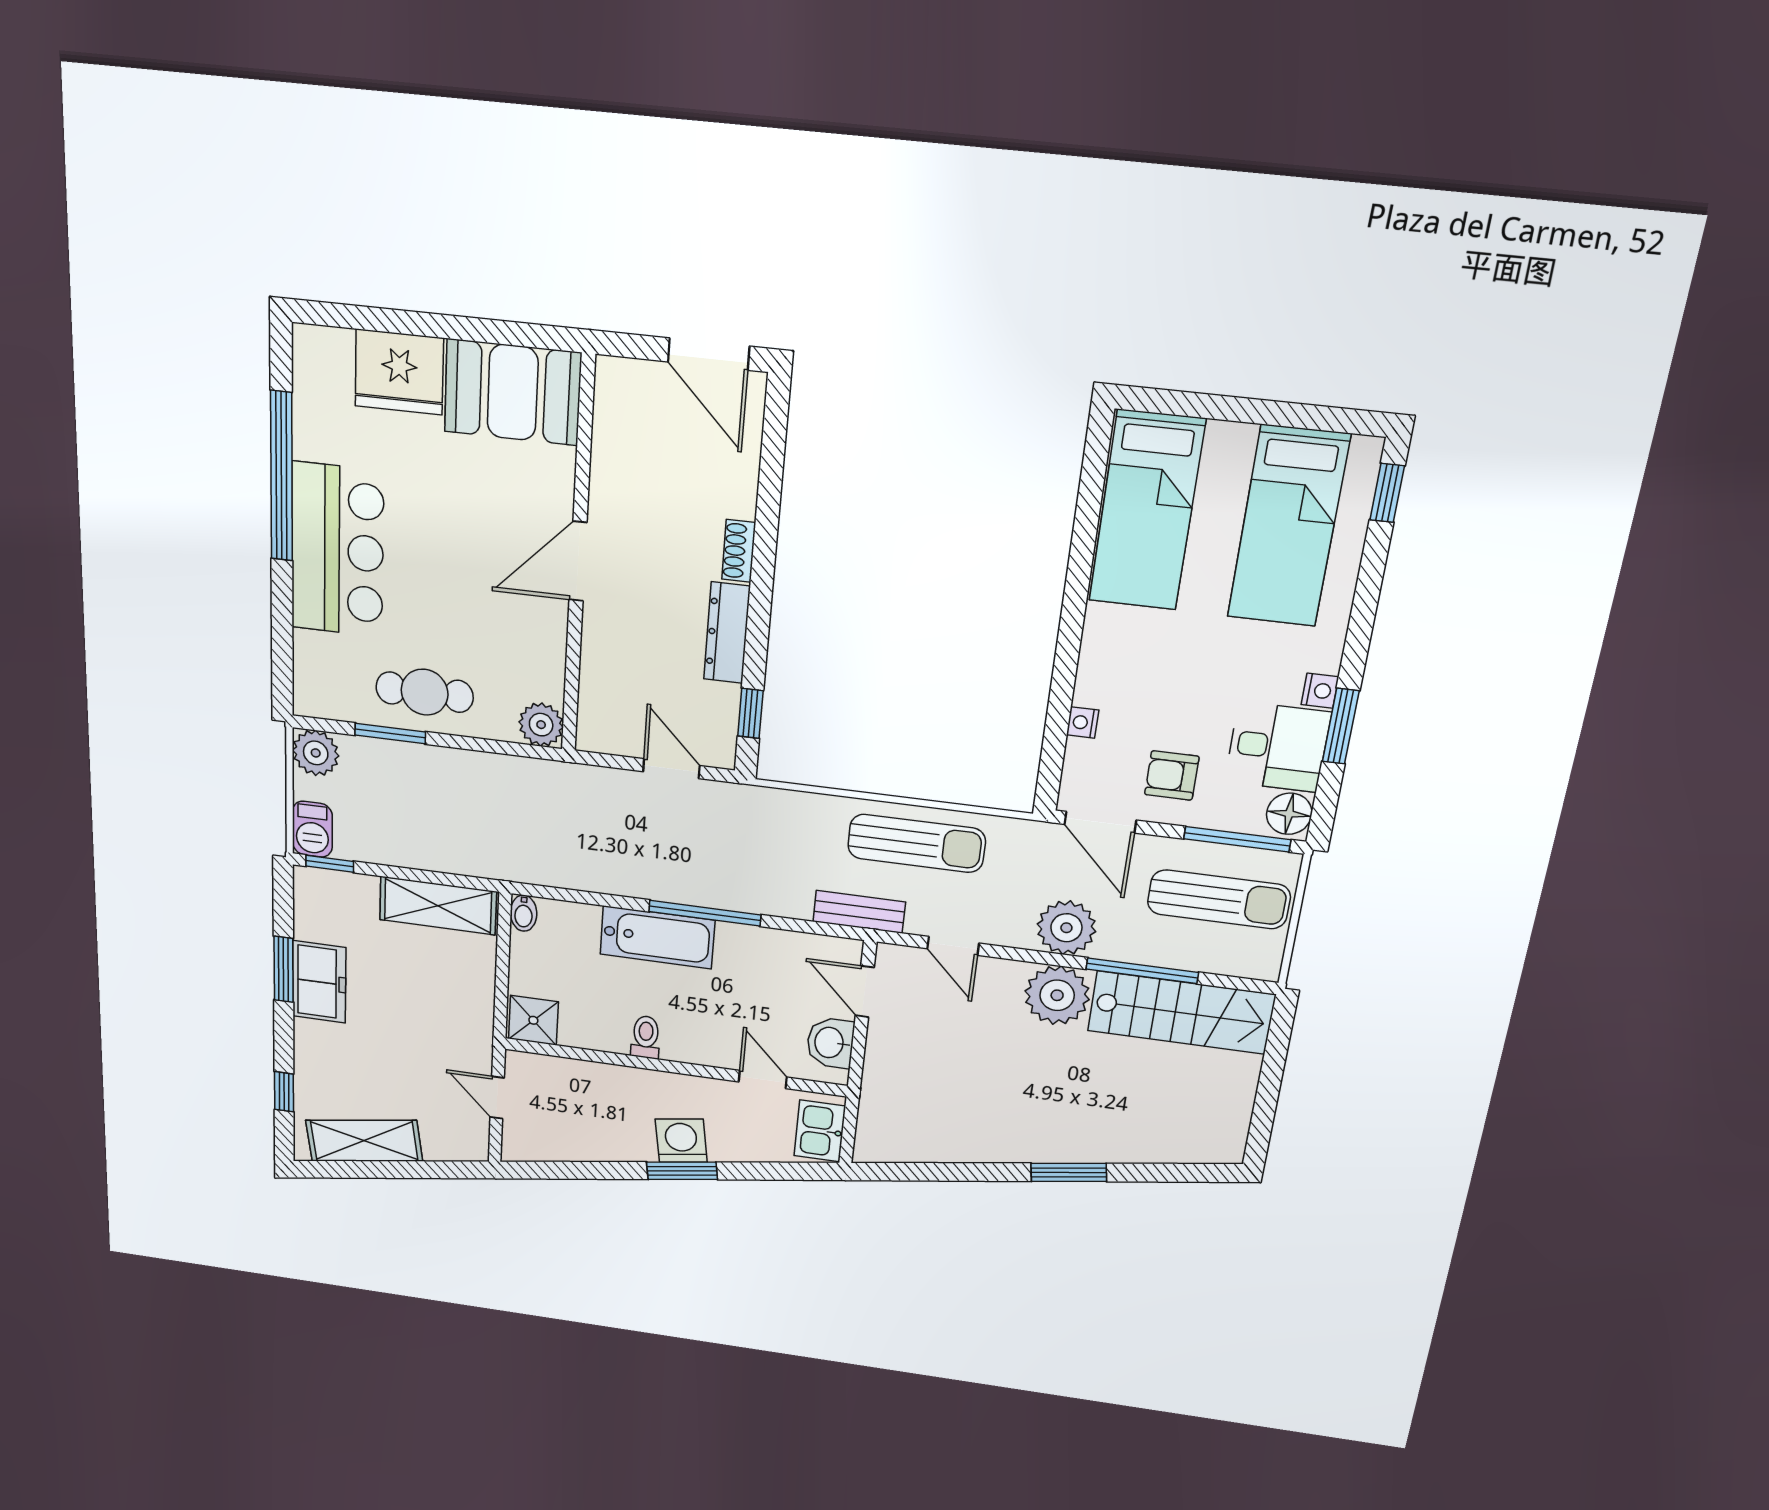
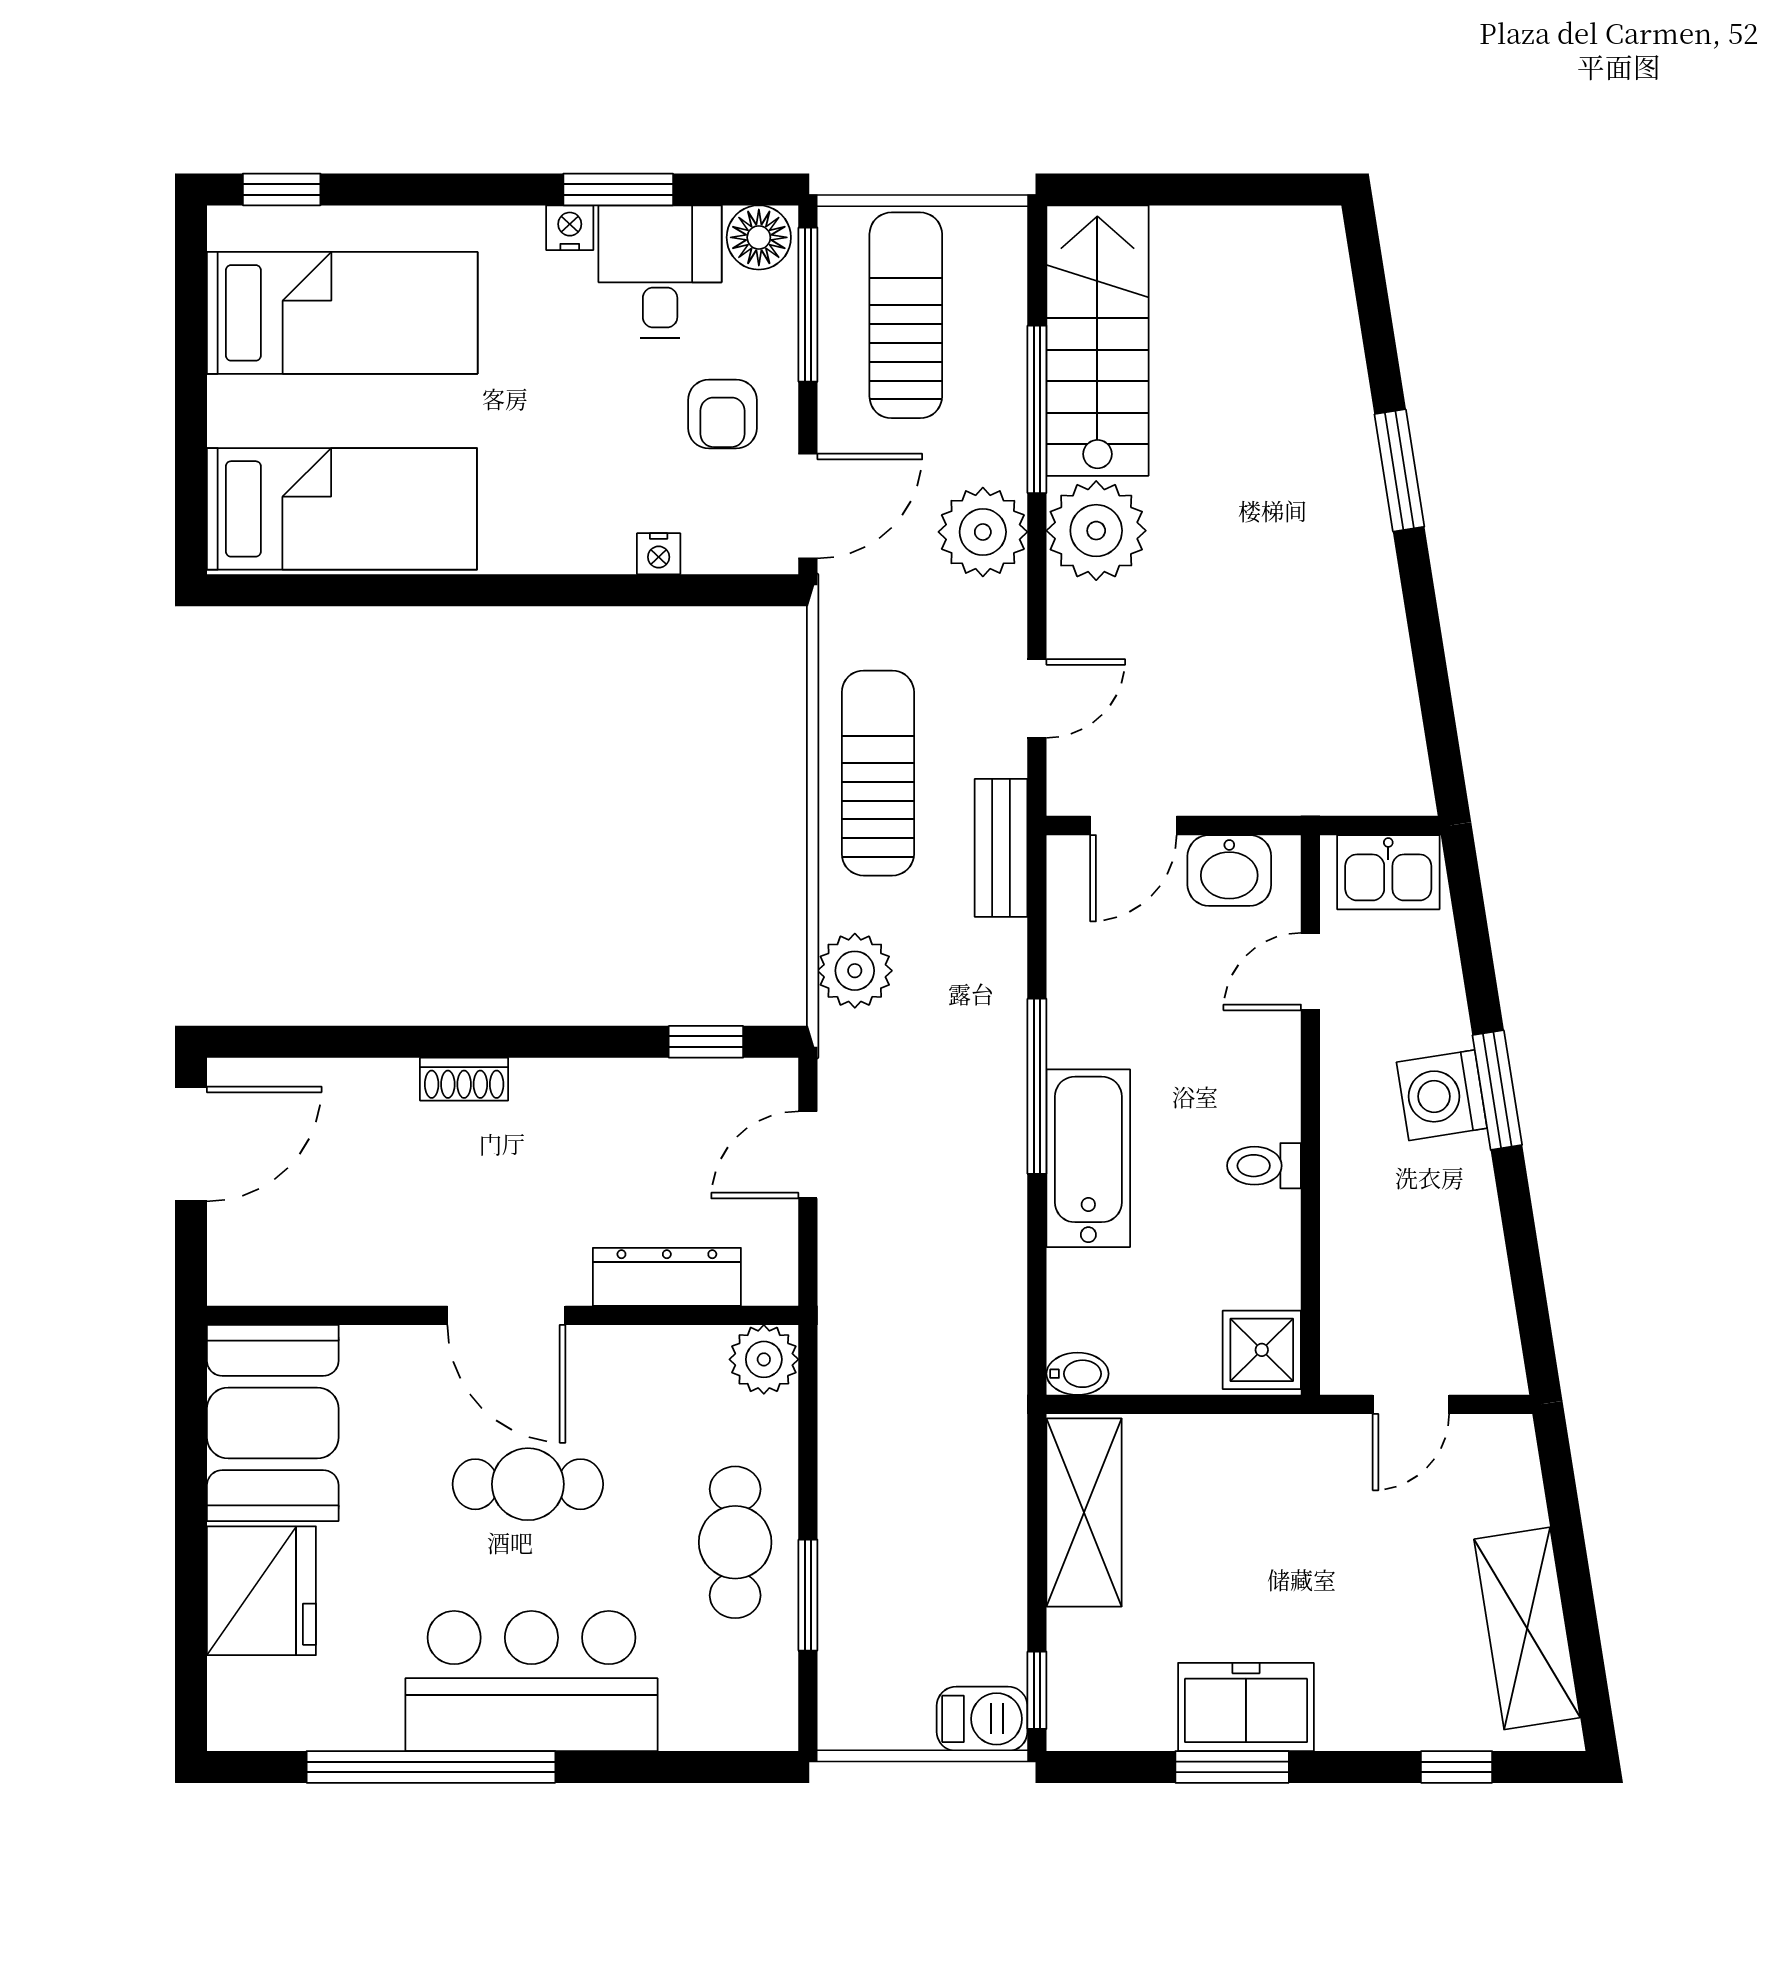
cafe table: (466, 563) -> (528, 1484), added
dresser: (727, 633) -> (667, 1277), moved, turned 180
plant: (316, 753) -> (855, 971), moved

